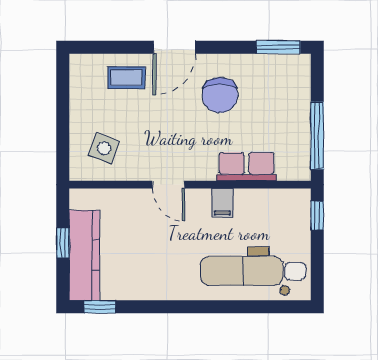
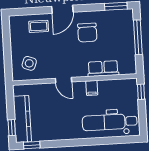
window: (317, 135) -> (138, 37), moved
window: (63, 243) -> (12, 128), moved

